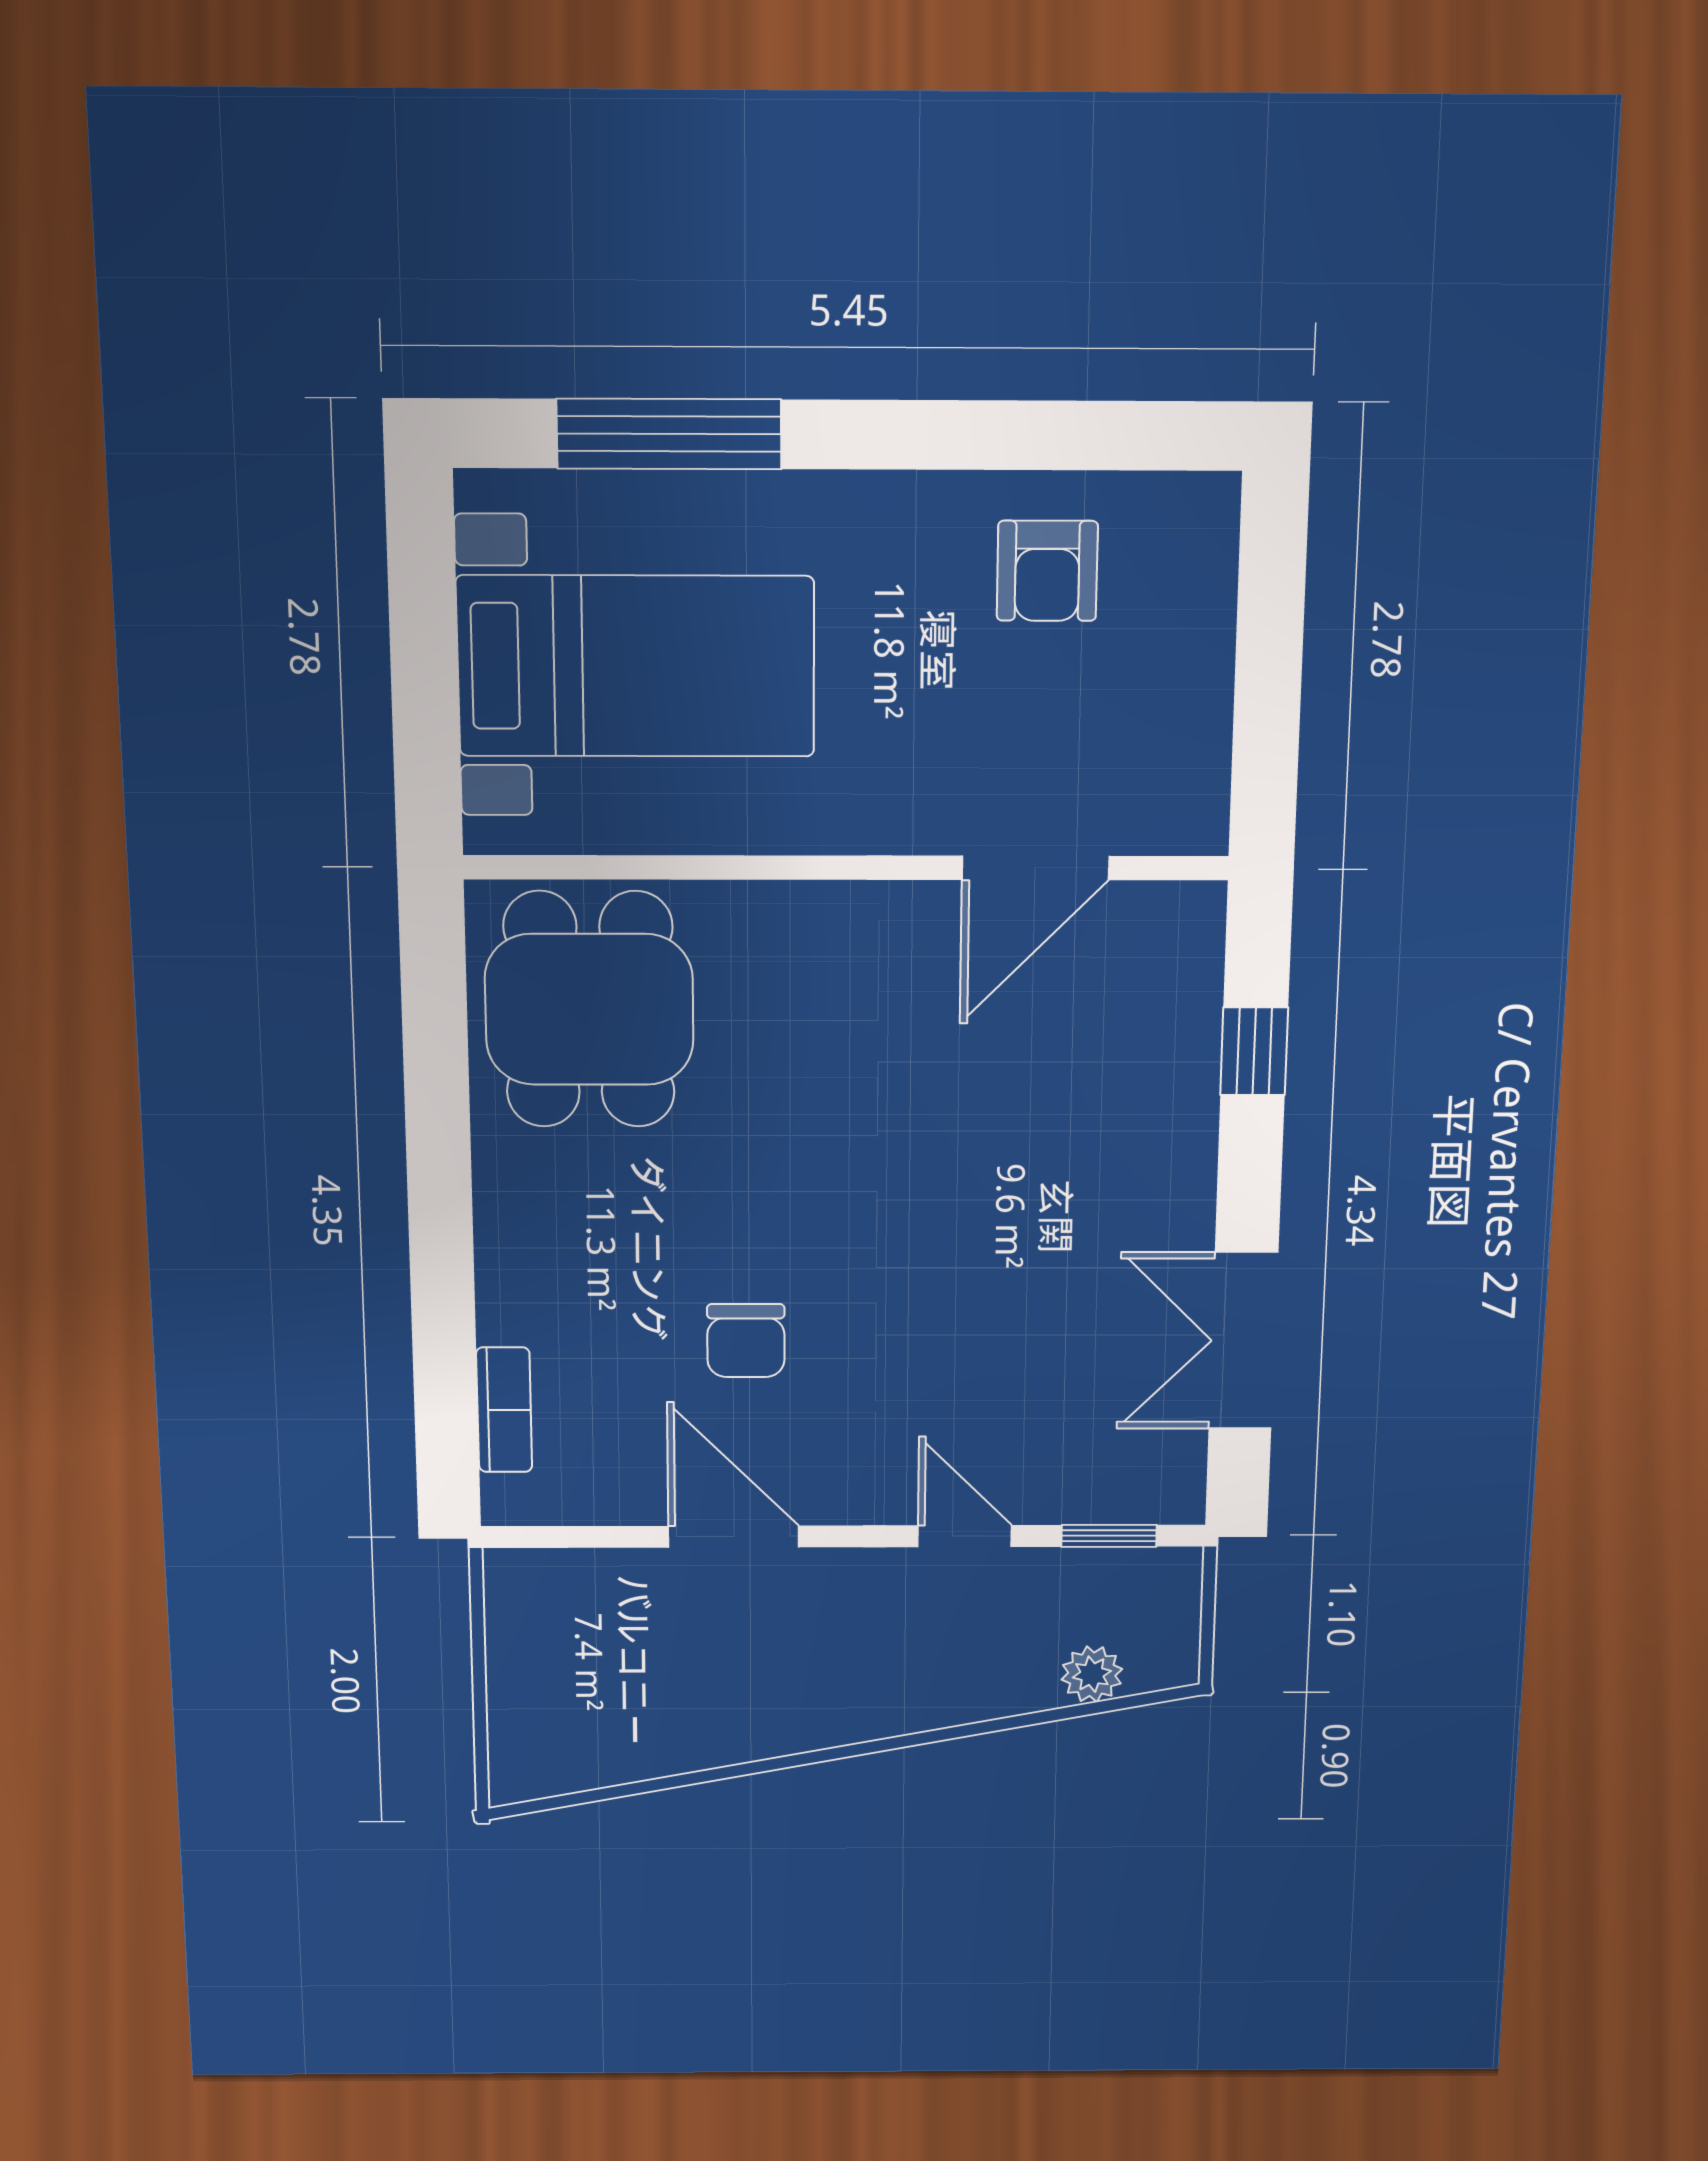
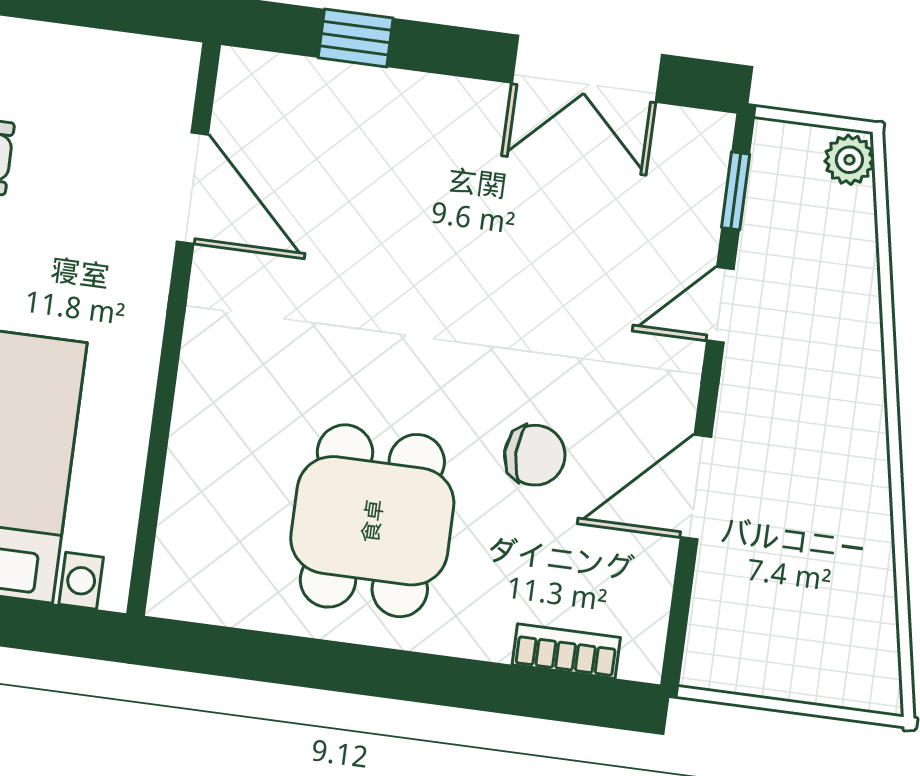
dining table: (589, 1010) -> (372, 521), moved, turned 90
plant: (1092, 1674) -> (849, 160), moved

